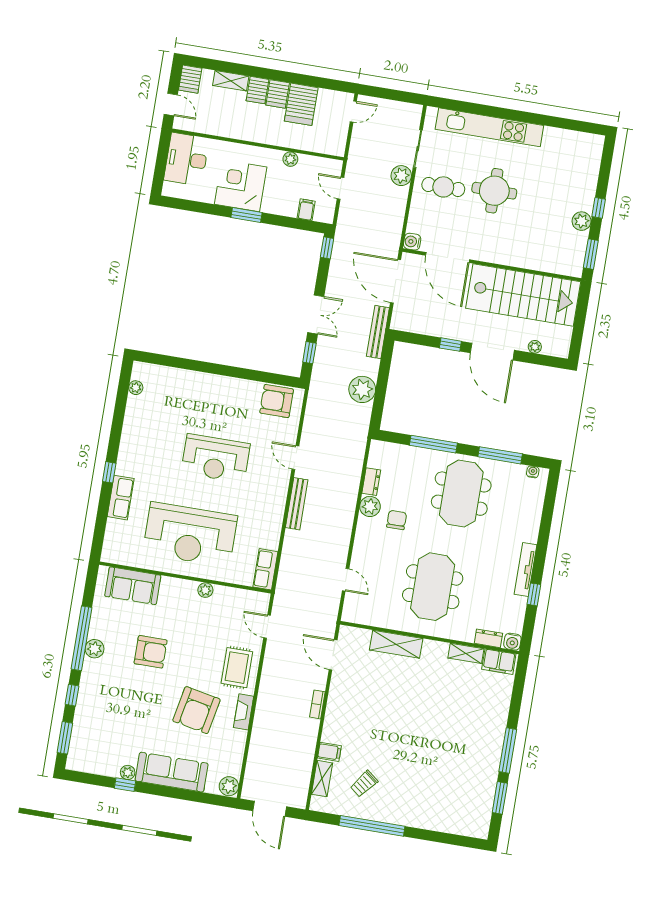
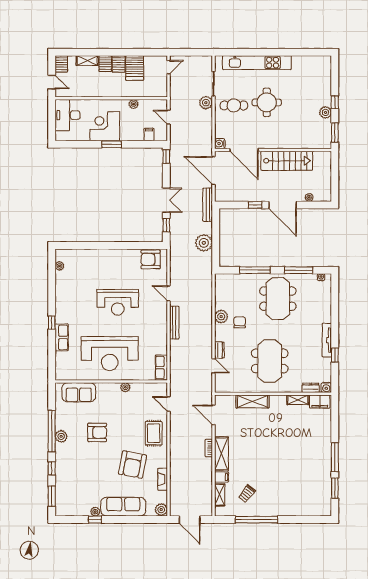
stairs: (523, 295) -> (287, 161), width x0.73, depth x0.66
dresser: (371, 482) -> (219, 350), moved
fireplace: (244, 712) -> (163, 479), moved
shelving: (335, 716) -> (221, 454), added

